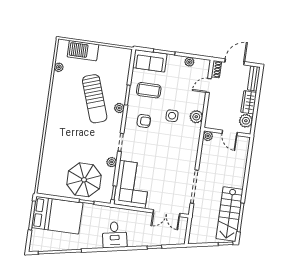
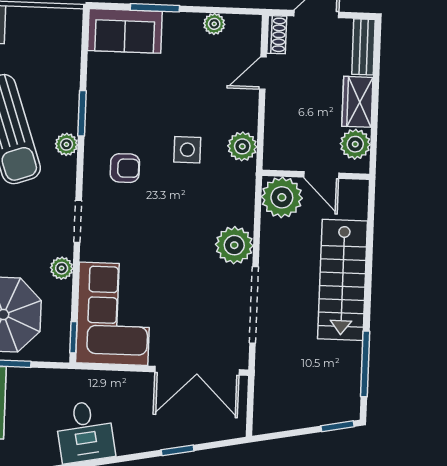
coffee table: (149, 90) -> (129, 97), removed
plant: (208, 136) -> (282, 197), width x1.88, depth x1.88
plant: (188, 160) -> (234, 245), added
double door: (166, 213) -> (197, 371), width x1.37
stairs: (229, 214) -> (343, 280), moved

